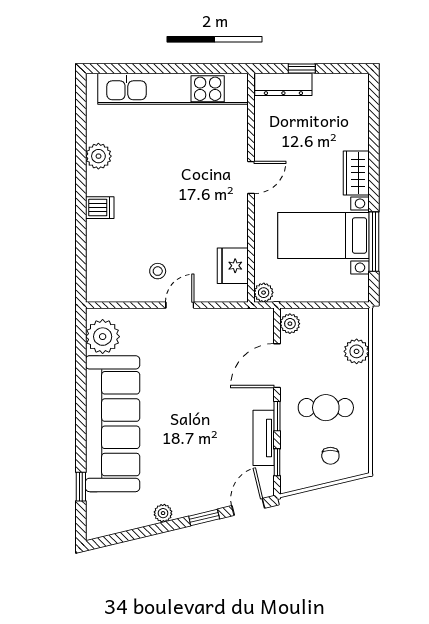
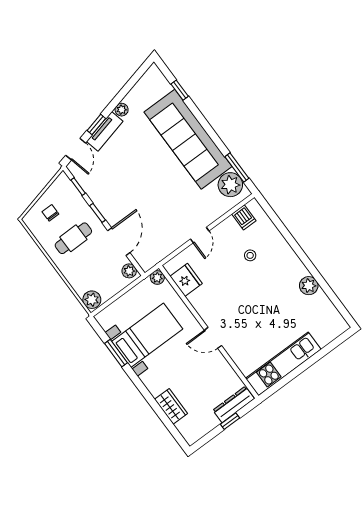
kitchen unit: (173, 89) -> (283, 364), width x0.73
wardrobe: (356, 173) -> (171, 406), moved
door: (251, 177) -> (213, 338), hinge flipped
dishwasher: (100, 208) -> (244, 217), moved, turned -90
window: (374, 242) -> (116, 353), width x0.69
stool: (158, 271) -> (250, 255), moved
window: (81, 351) -> (237, 168), added
plant: (357, 351) -> (92, 300), moved
tv unit: (264, 438) -> (105, 131), moved, turned 77

